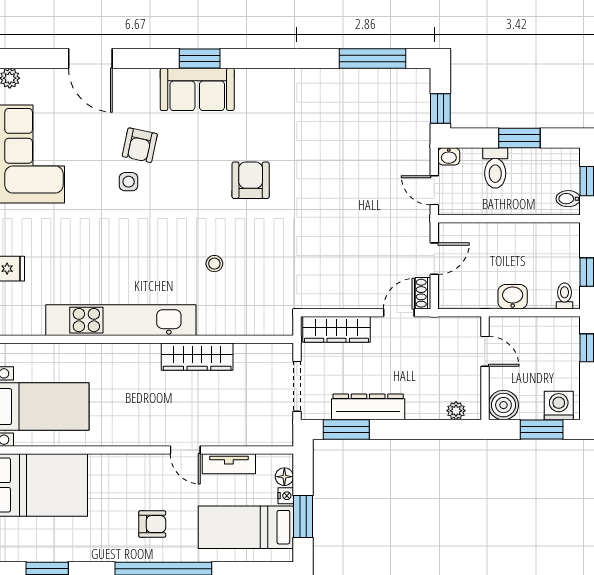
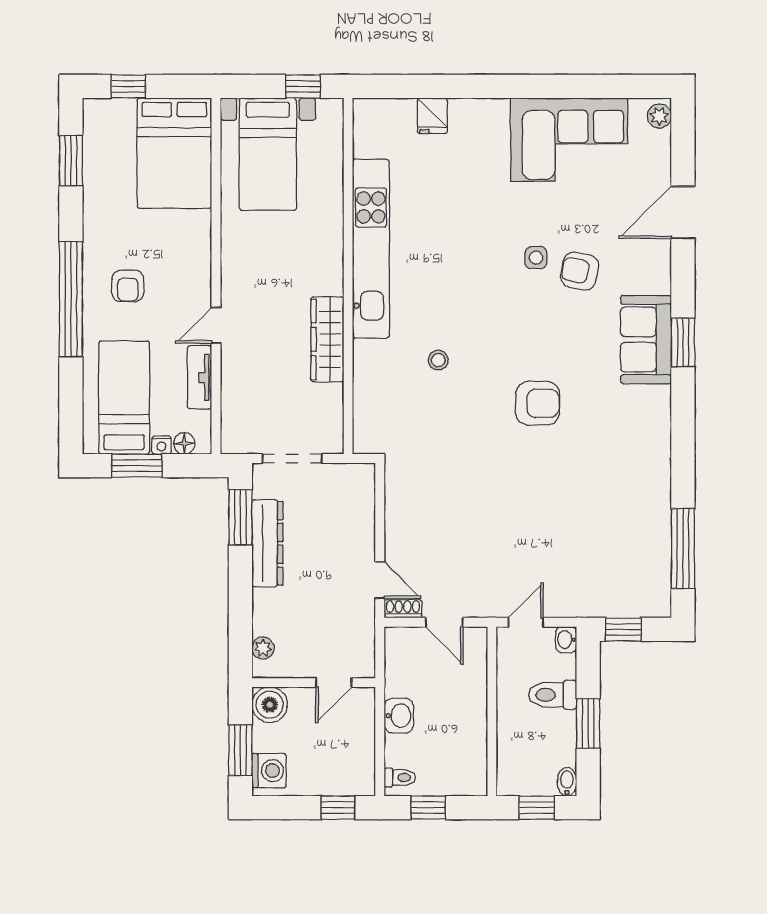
bidet: (568, 199) -> (567, 782), moved
wardrobe: (337, 329) -> (360, 506), removed

